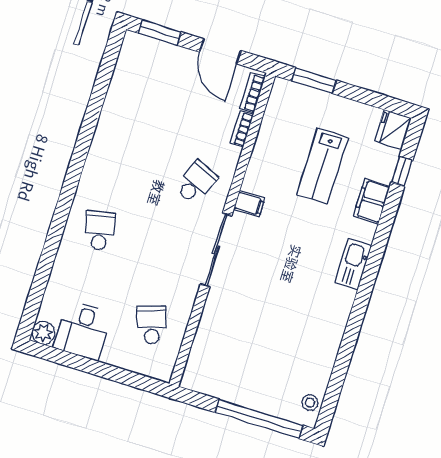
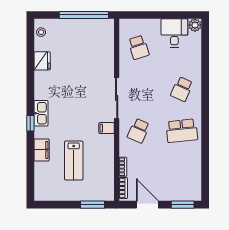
fridge: (393, 130) -> (42, 61), moved
school desk: (122, 159) -> (182, 131), added
lab bench: (323, 166) -> (74, 161), turned 180
window: (402, 171) -> (30, 123), moved
school desk: (100, 231) -> (182, 89), turned 36
window: (259, 419) -> (84, 15), moved

